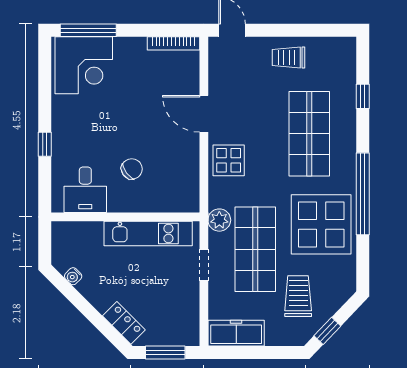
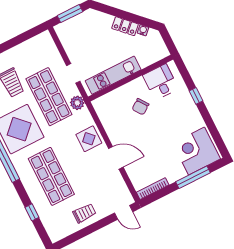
window: (88, 30) -> (193, 177), moved
locker: (124, 323) -> (125, 26), moved
freezer: (236, 333) -> (36, 44), removed

